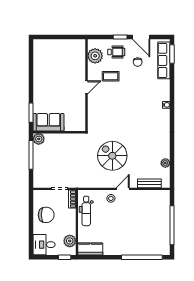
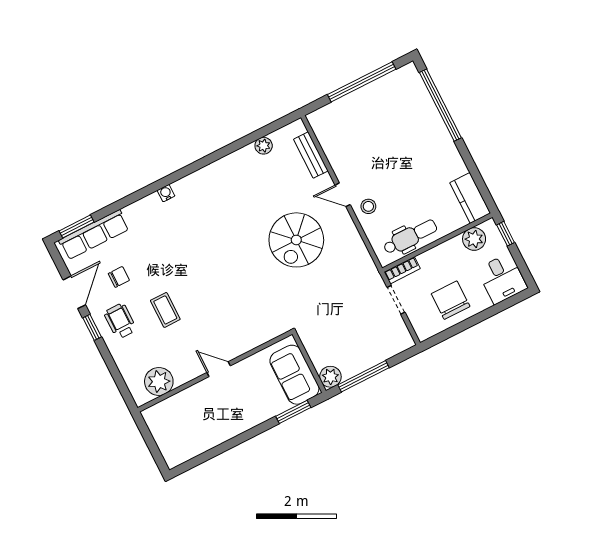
plant: (95, 56) -> (159, 381), moved
wall: (87, 85) -> (215, 371), moved
door: (87, 87) -> (219, 369), moved

